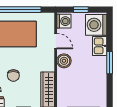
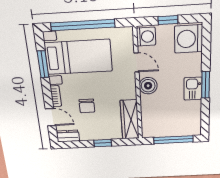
kitchen sink: (100, 46) -> (193, 89), moved

